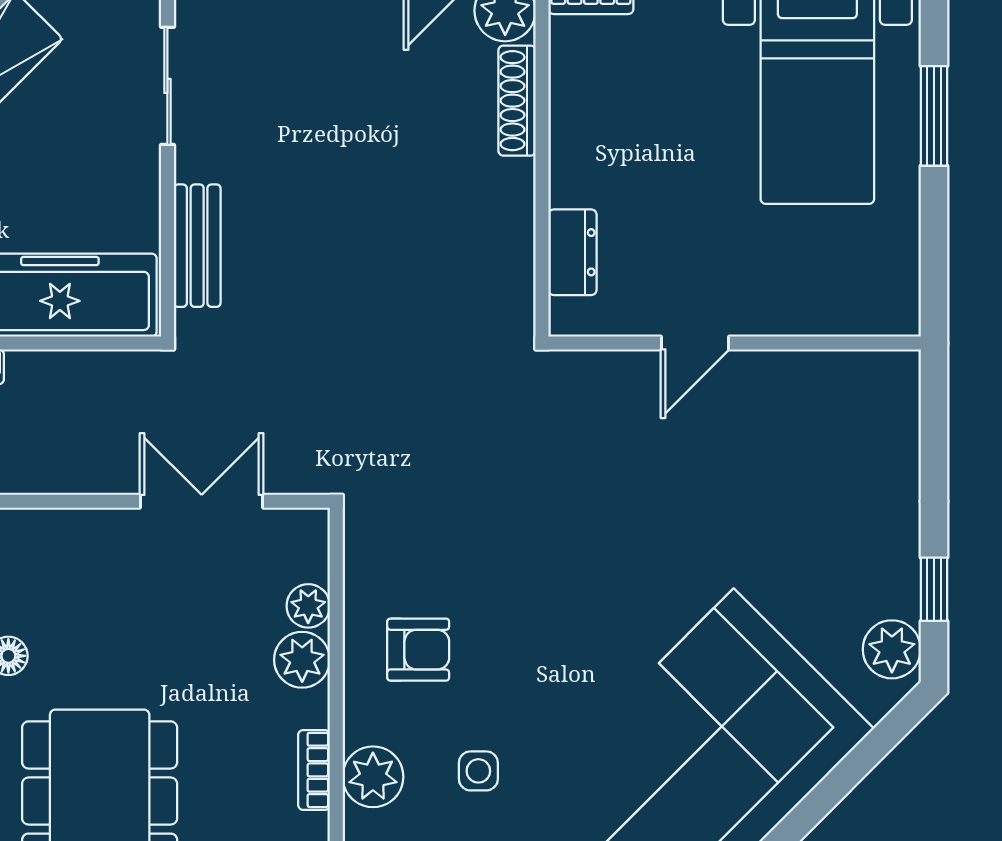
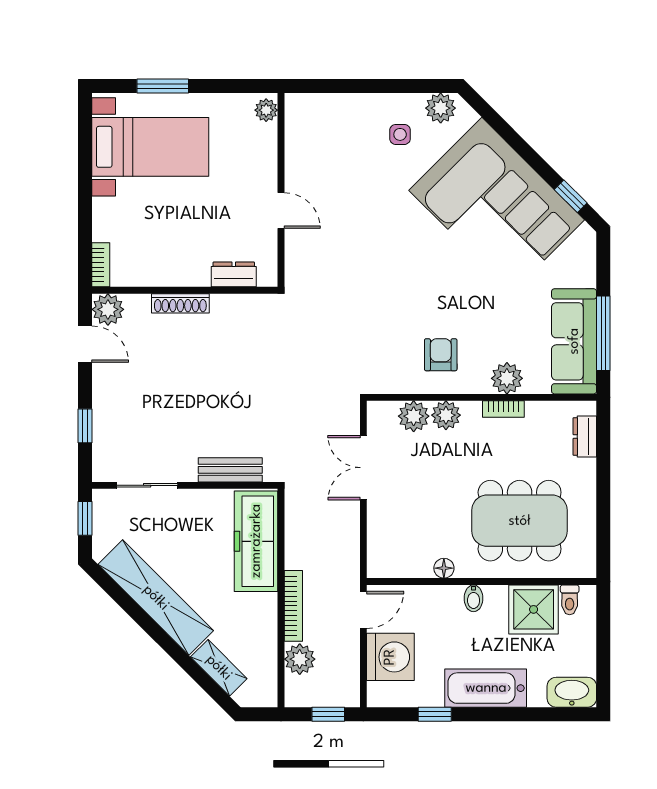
shoe rack: (517, 101) -> (180, 303), moved
plant: (888, 315) -> (266, 110), added
window: (934, 589) -> (409, 86), removed
plant: (308, 606) -> (414, 416), width x1.38, depth x1.38
side table: (478, 771) -> (400, 134), moved

